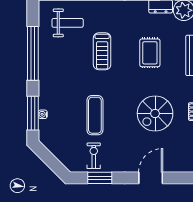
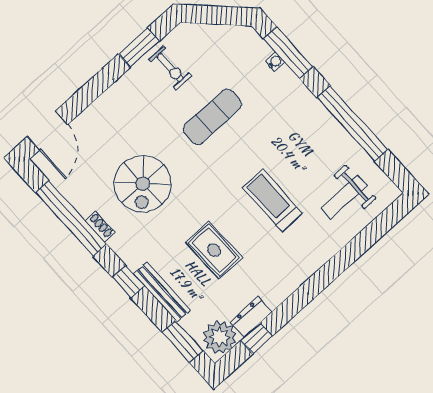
spiral stairs: (155, 113) -> (143, 184), turned 180
exercise mat: (95, 115) -> (212, 117), turned 90
door: (151, 178) -> (48, 131), moved

